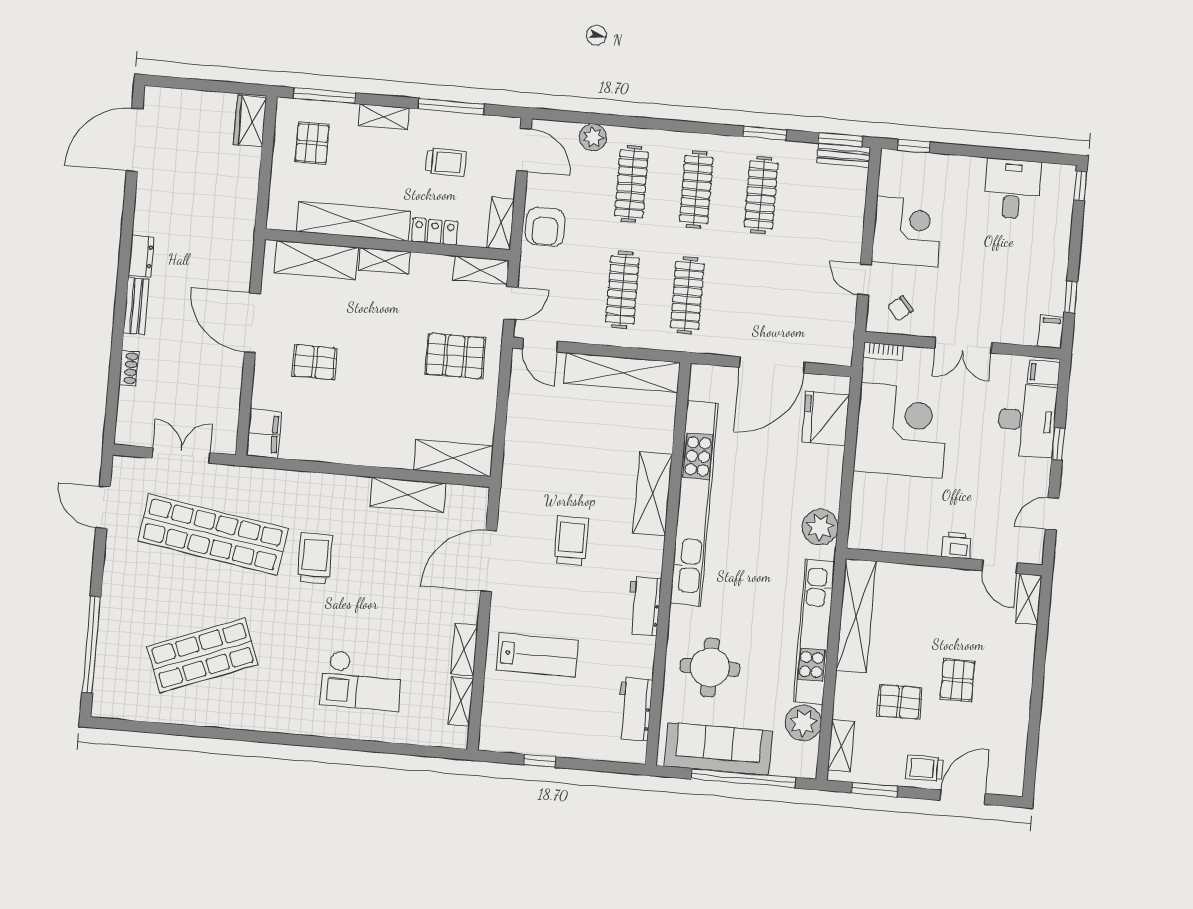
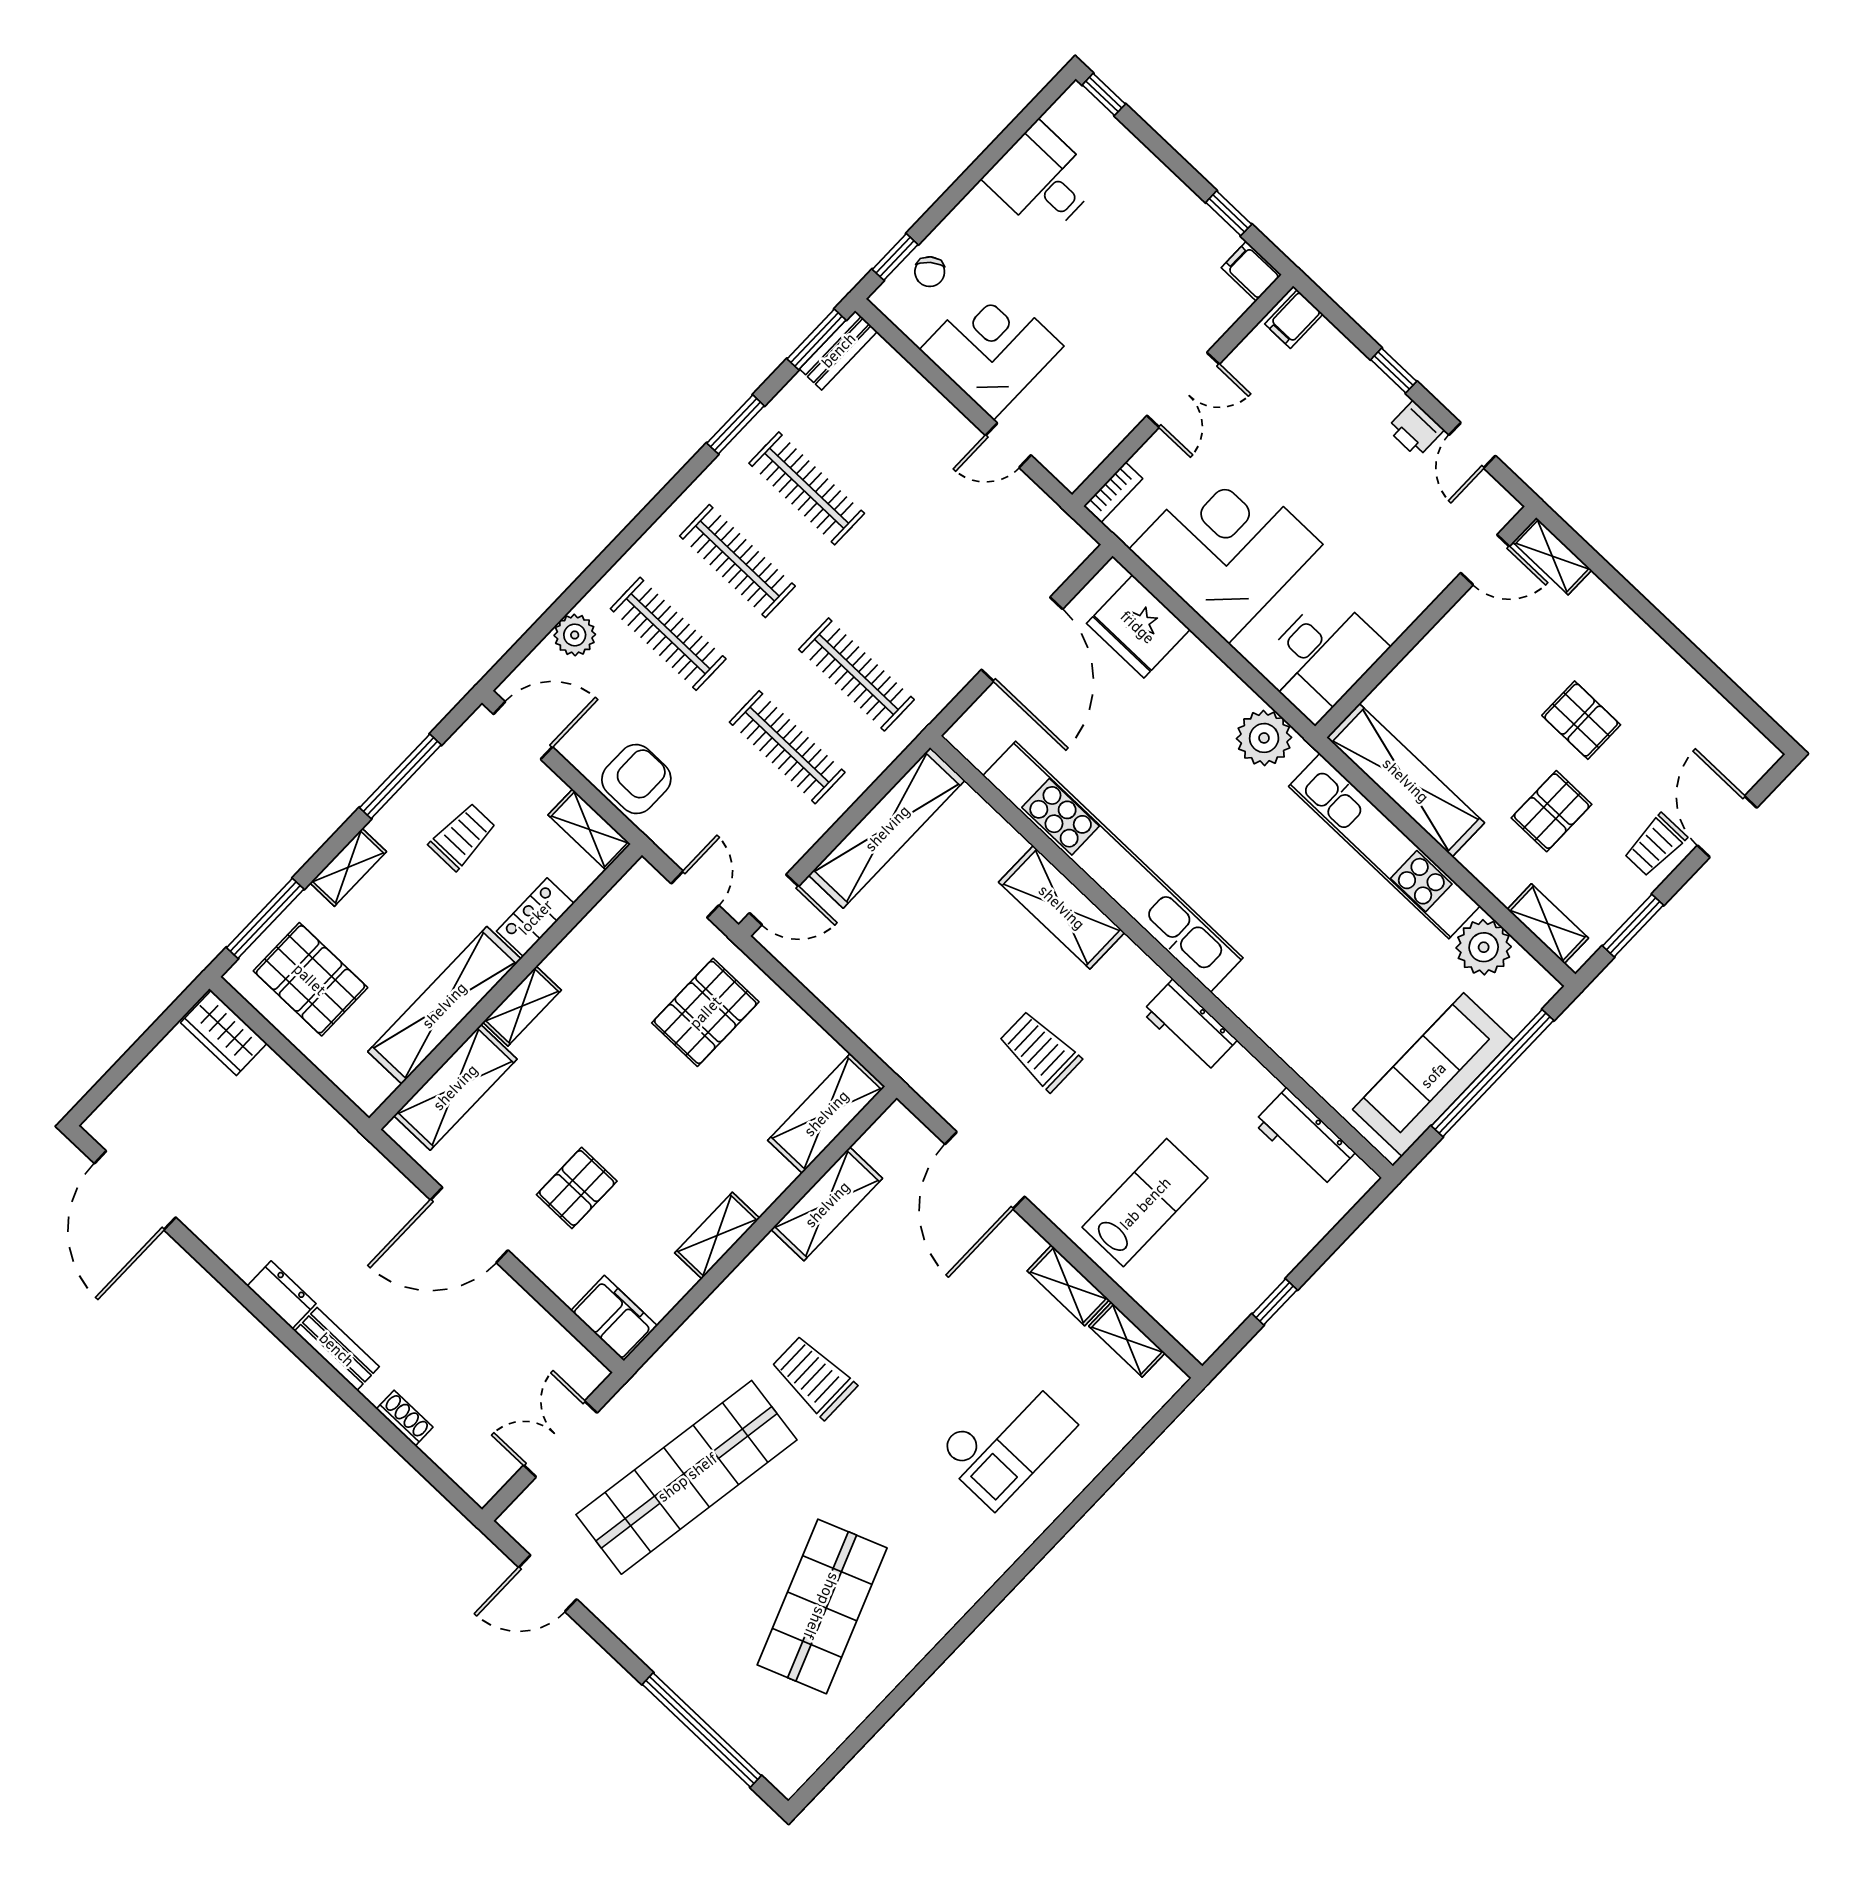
pallet: (312, 143) -> (310, 979), width x1.50, depth x1.42
armchair: (545, 227) -> (636, 779), turned -90
shelving: (481, 270) -> (717, 1236), moved
chair: (900, 308) -> (930, 272), moved
desk: (1027, 421) -> (1322, 657), moved, turned 90
printer: (956, 545) -> (1415, 429), moved, turned -90
round table: (710, 667) -> (1327, 1006), removed

